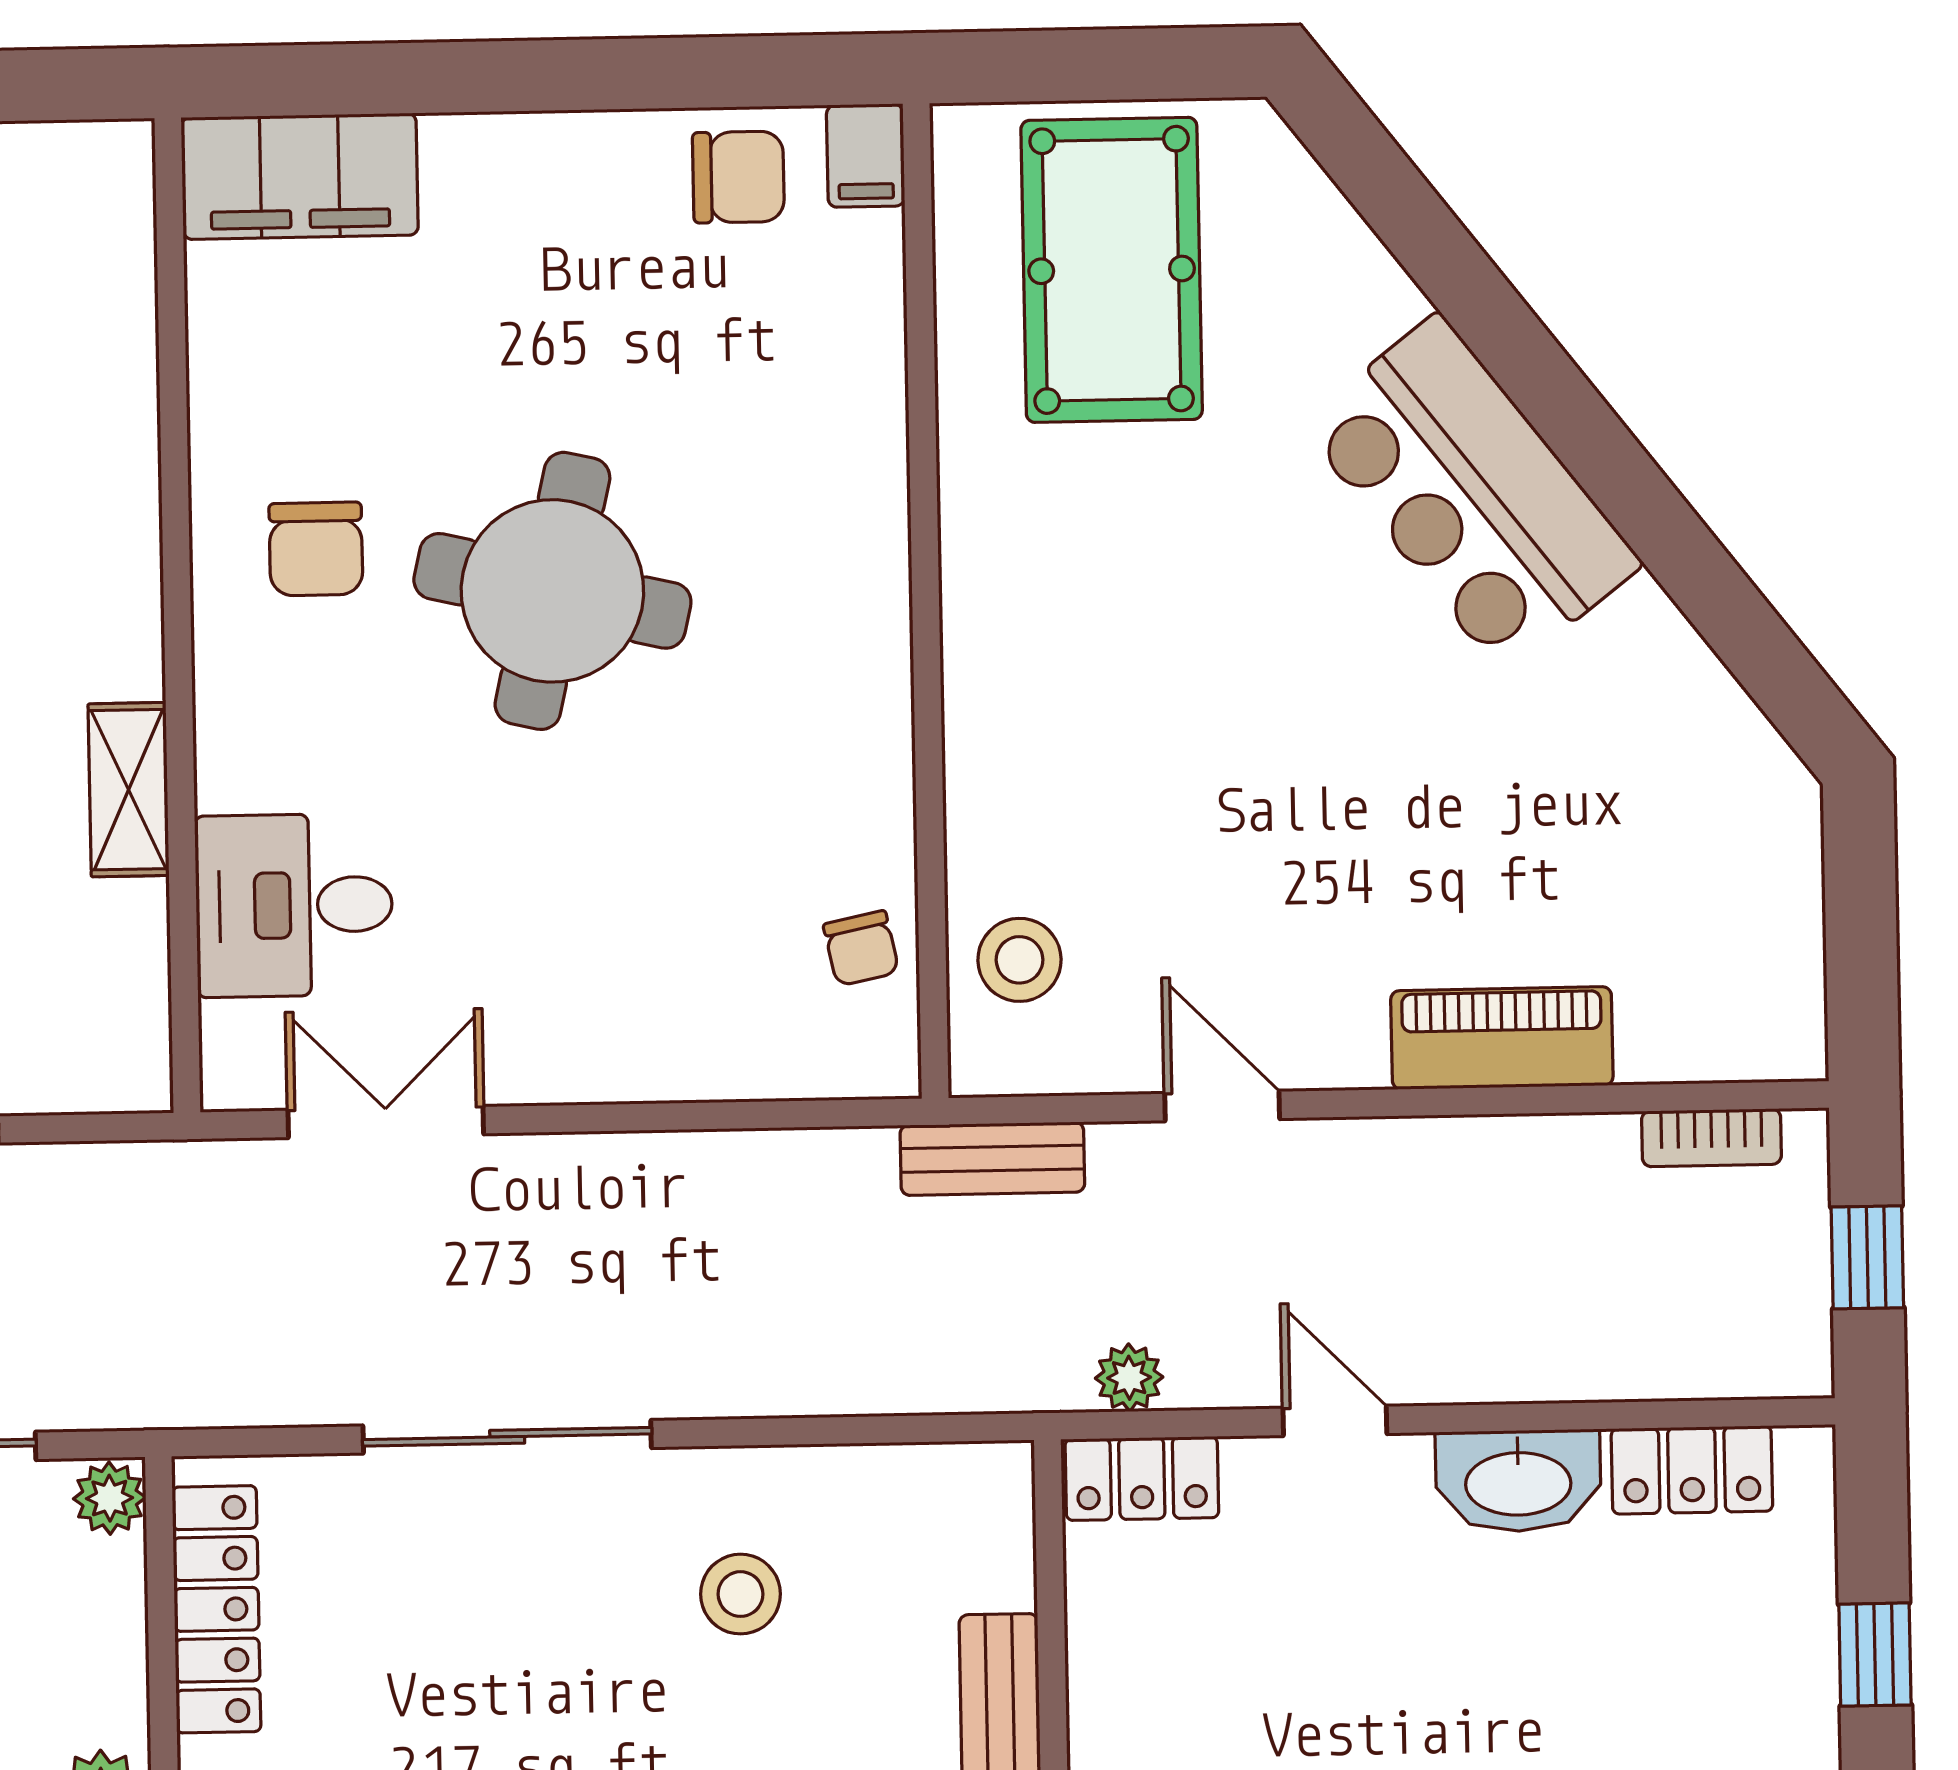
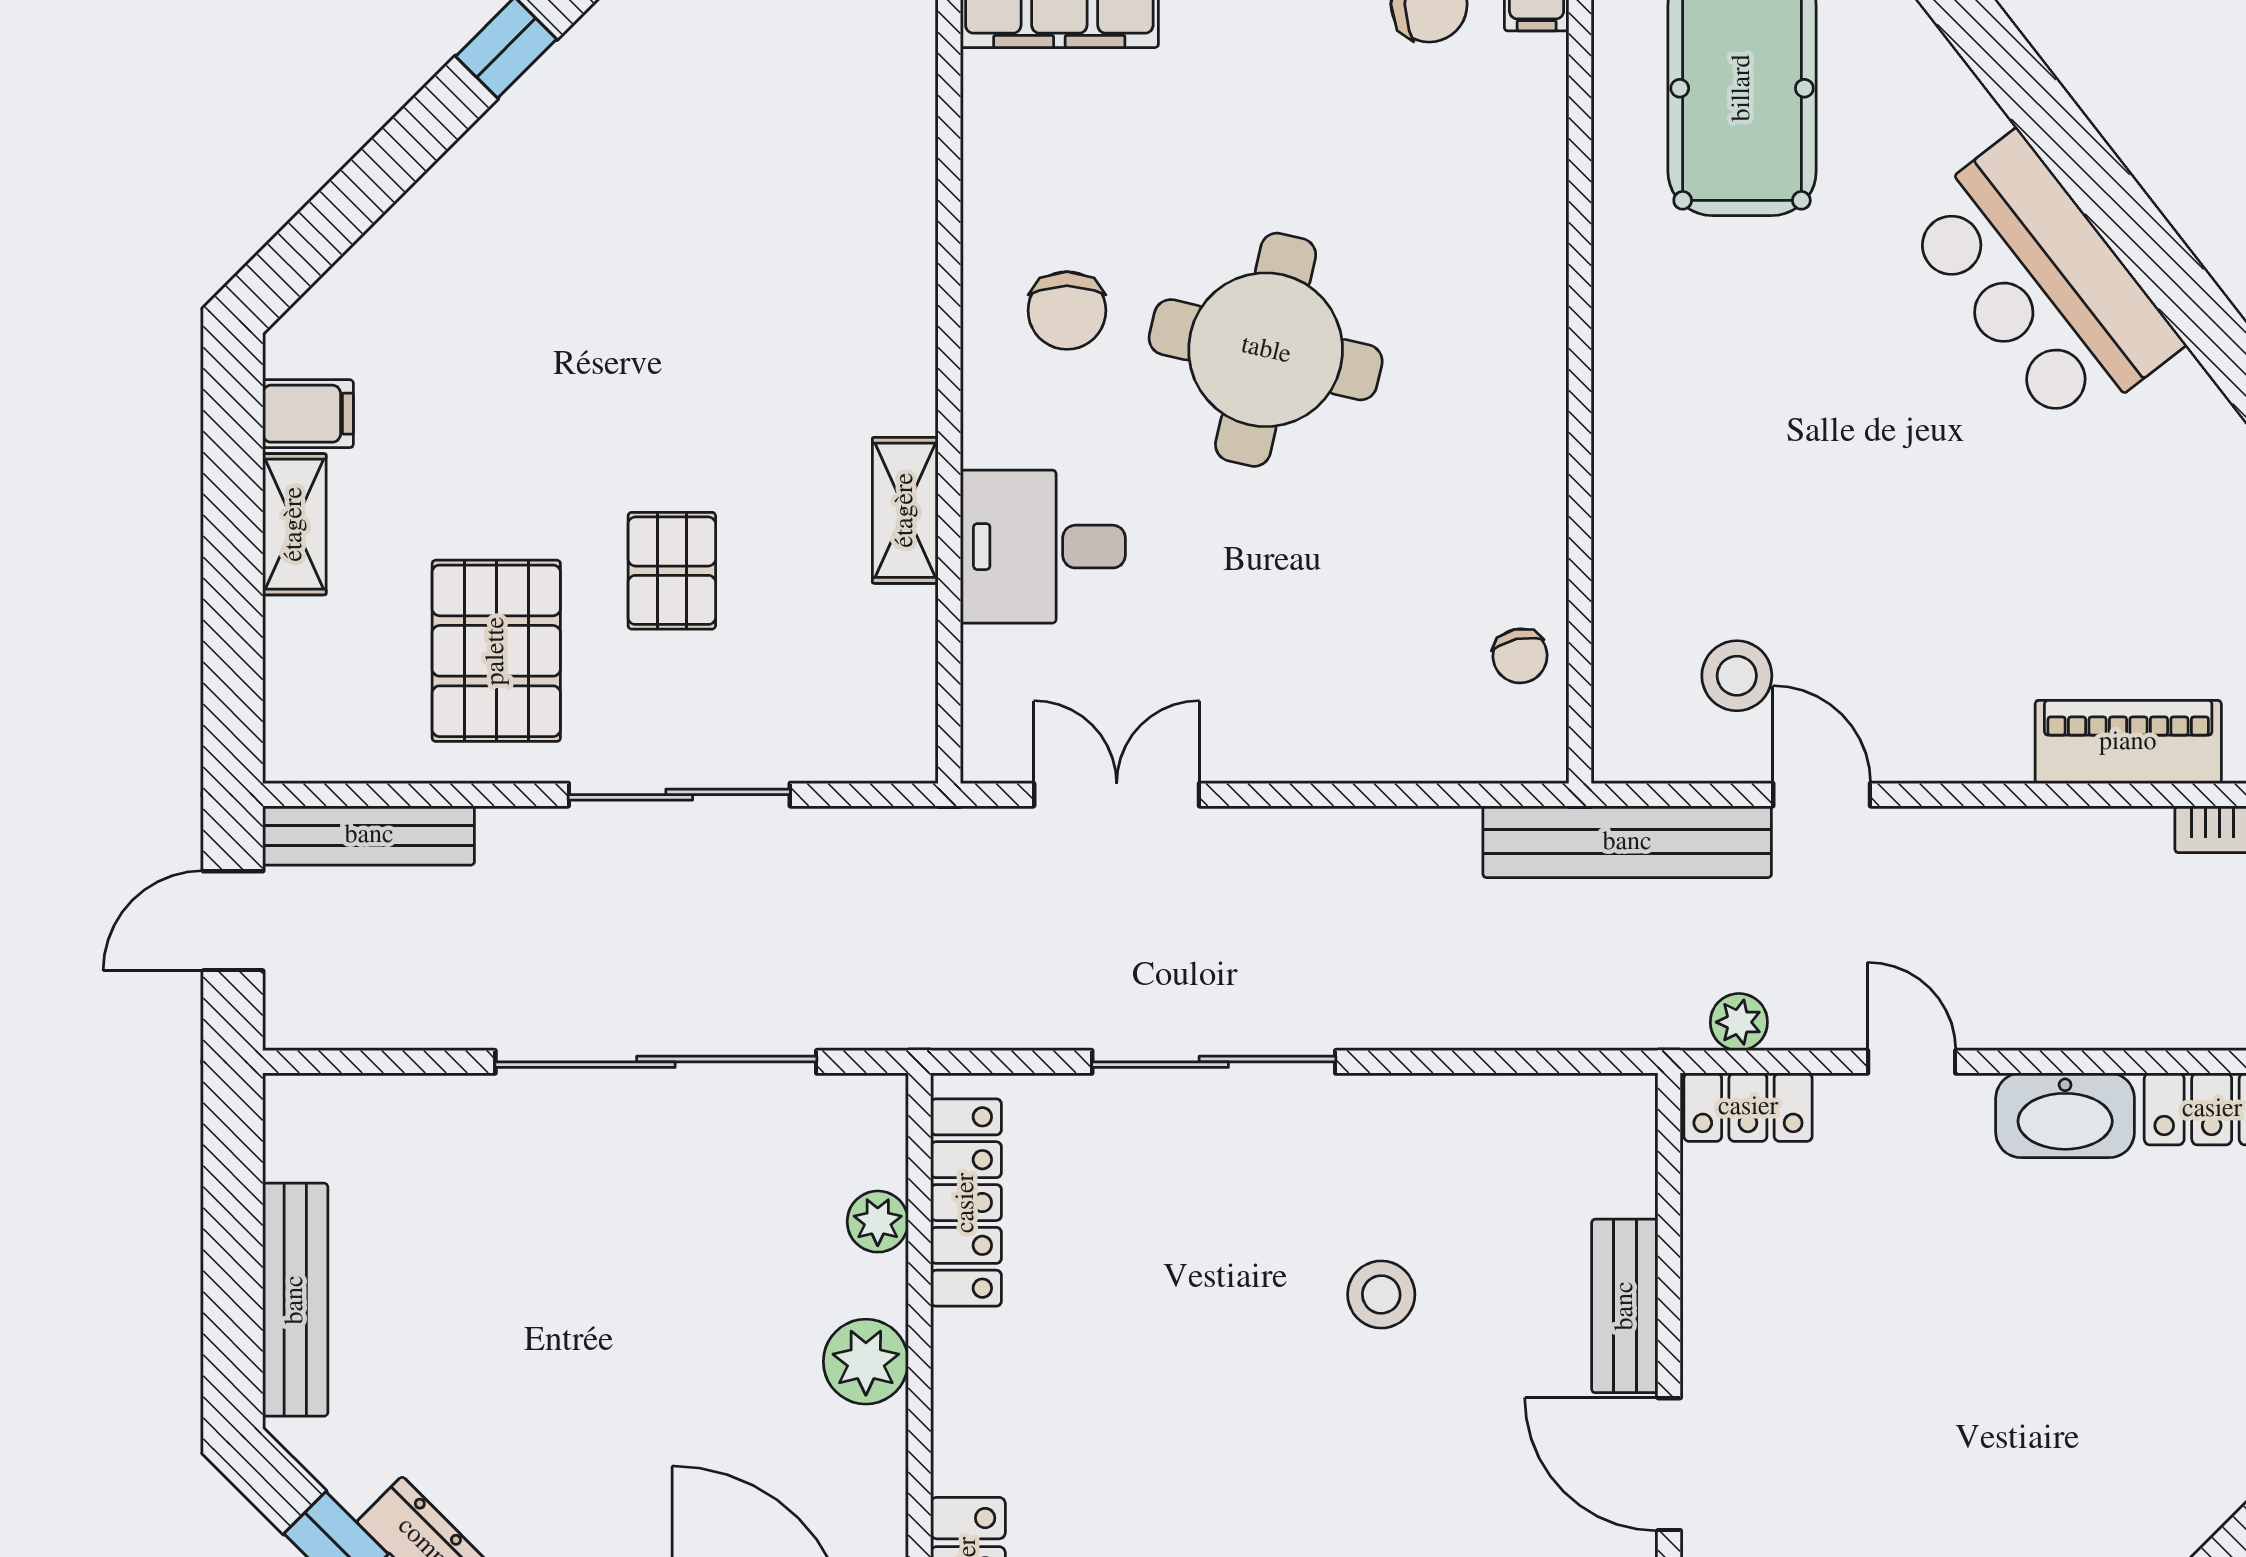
desk: (294, 905) -> (1043, 547), moved
stool: (1020, 960) -> (1737, 676), moved
piano: (1502, 1038) -> (2128, 742), moved
bench: (992, 1159) -> (1627, 842), width x1.86, depth x1.21
plant: (110, 1498) -> (878, 1222), moved
stool: (741, 1594) -> (1381, 1294), moved

